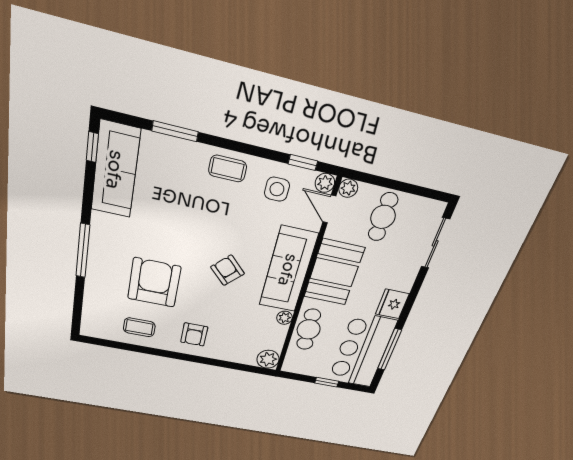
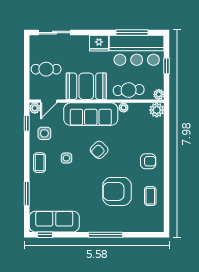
plant: (348, 188) -> (159, 94), moved
side table: (226, 217) -> (66, 158), added

